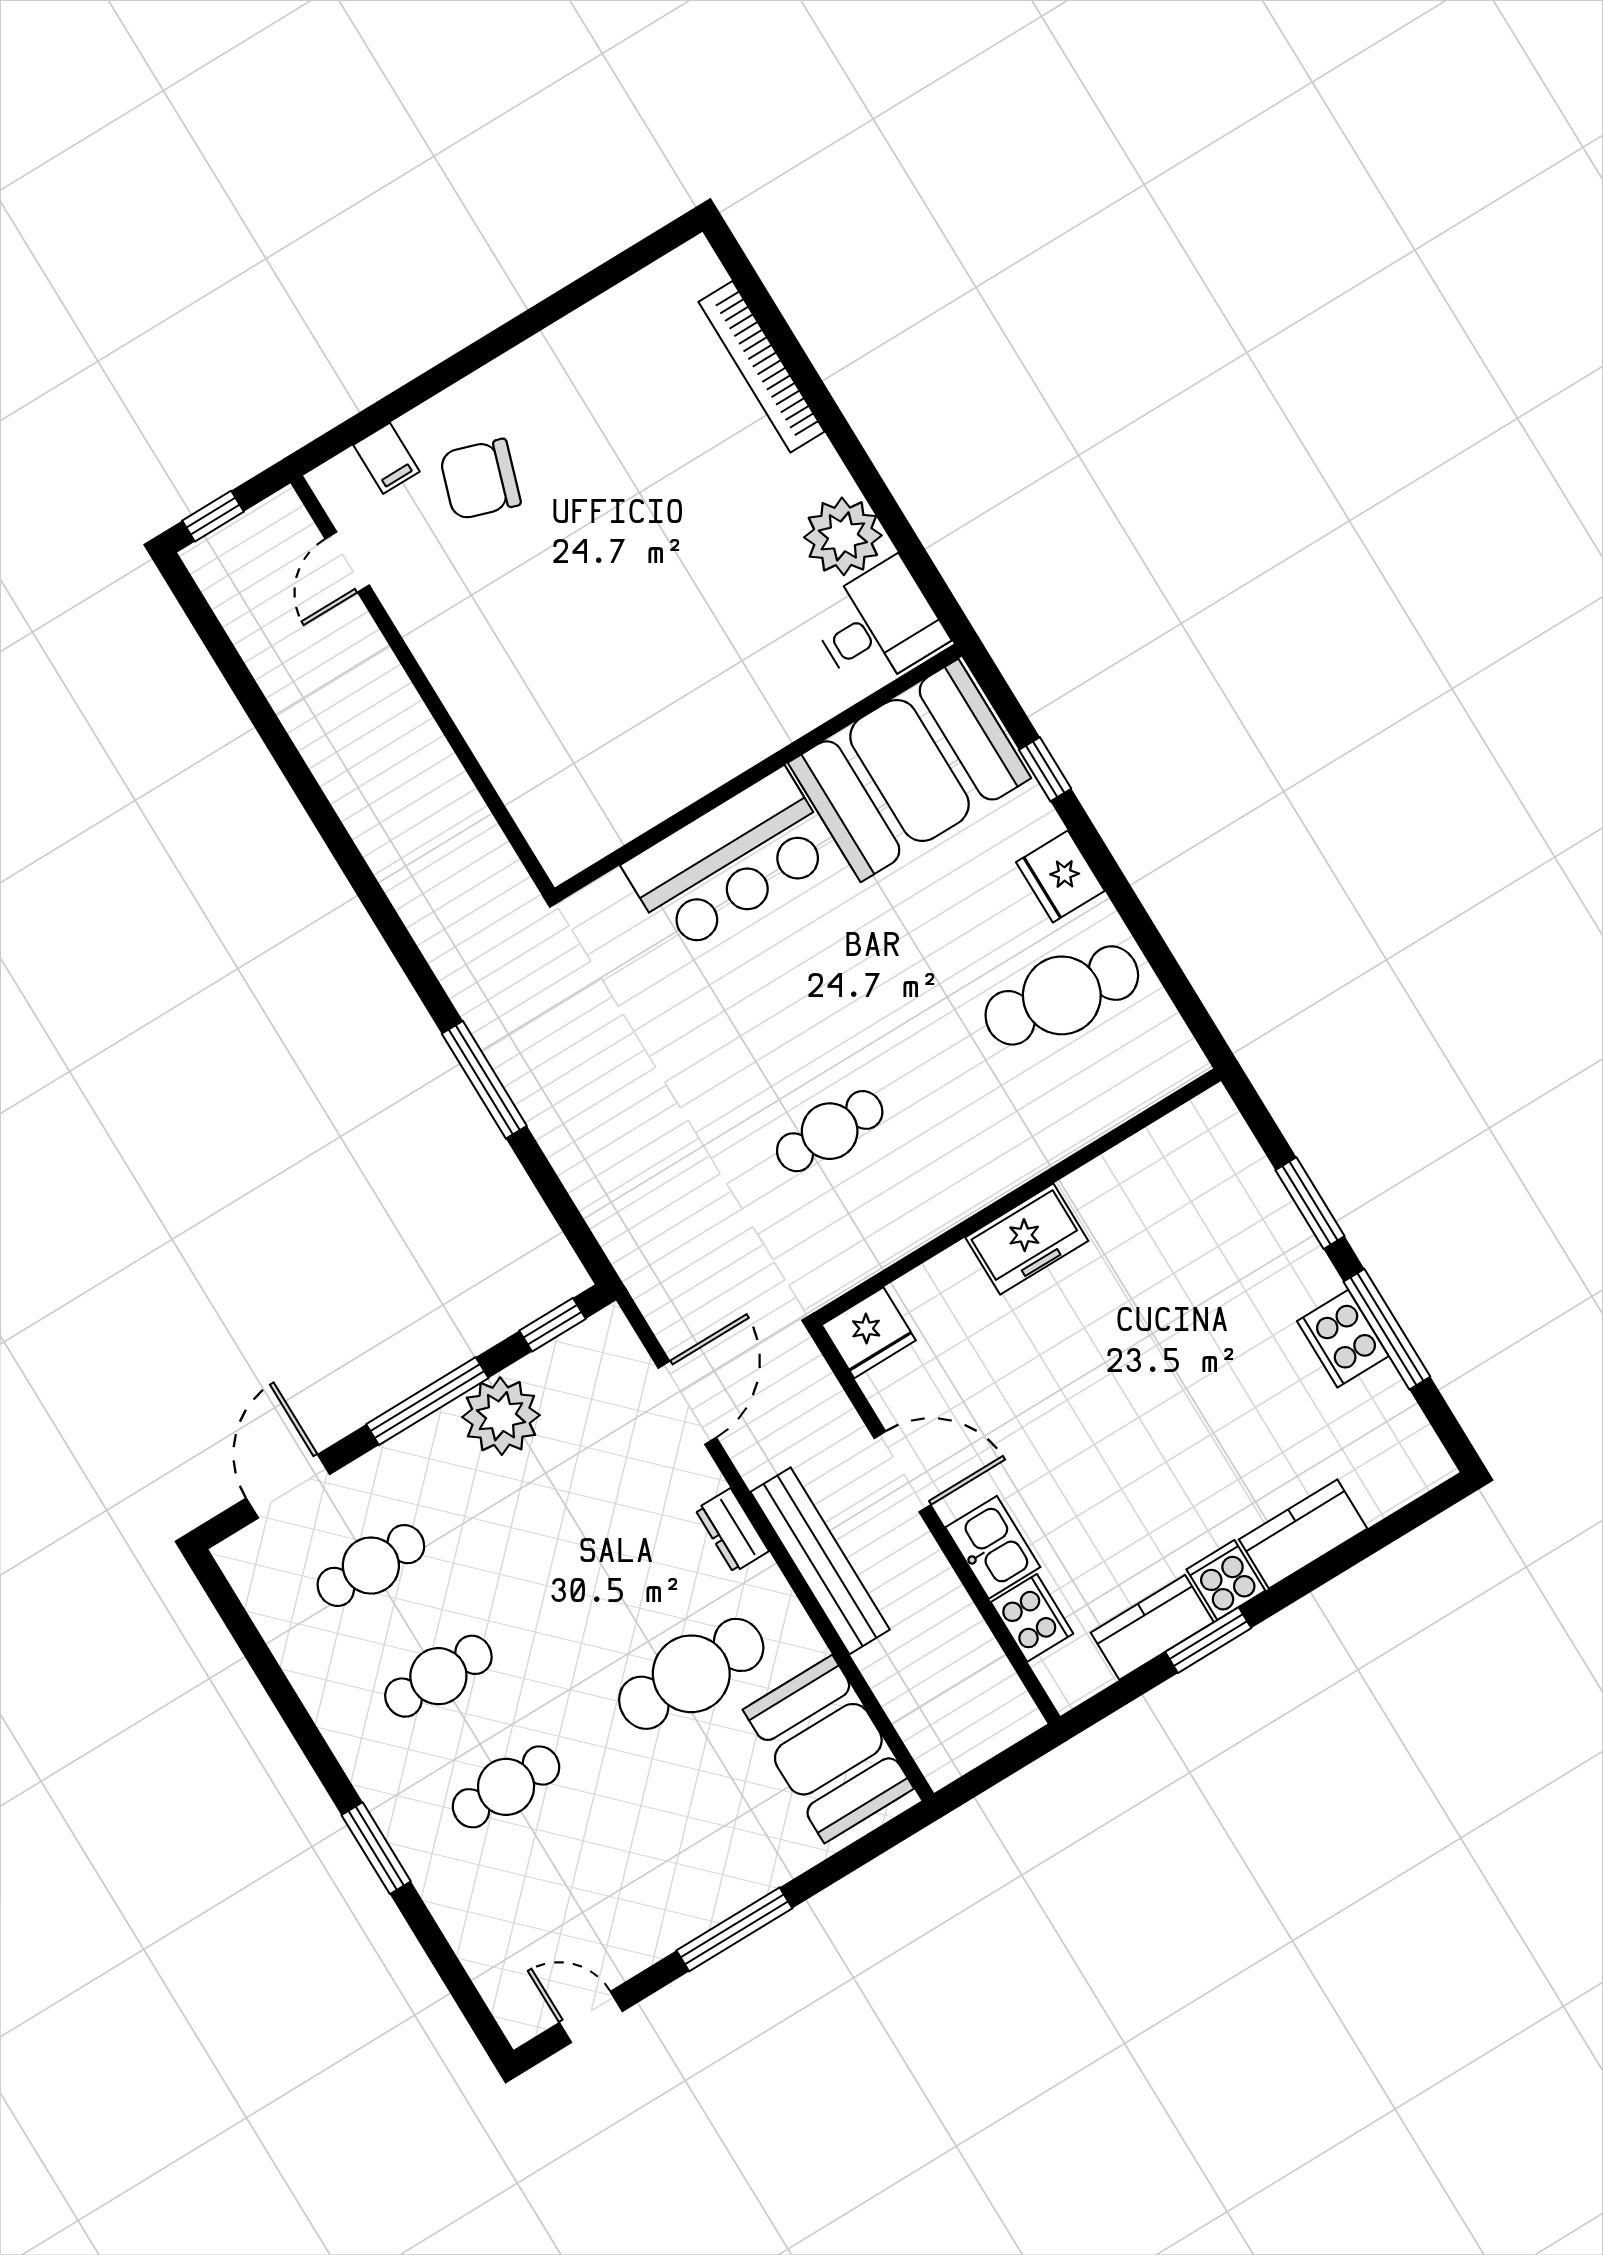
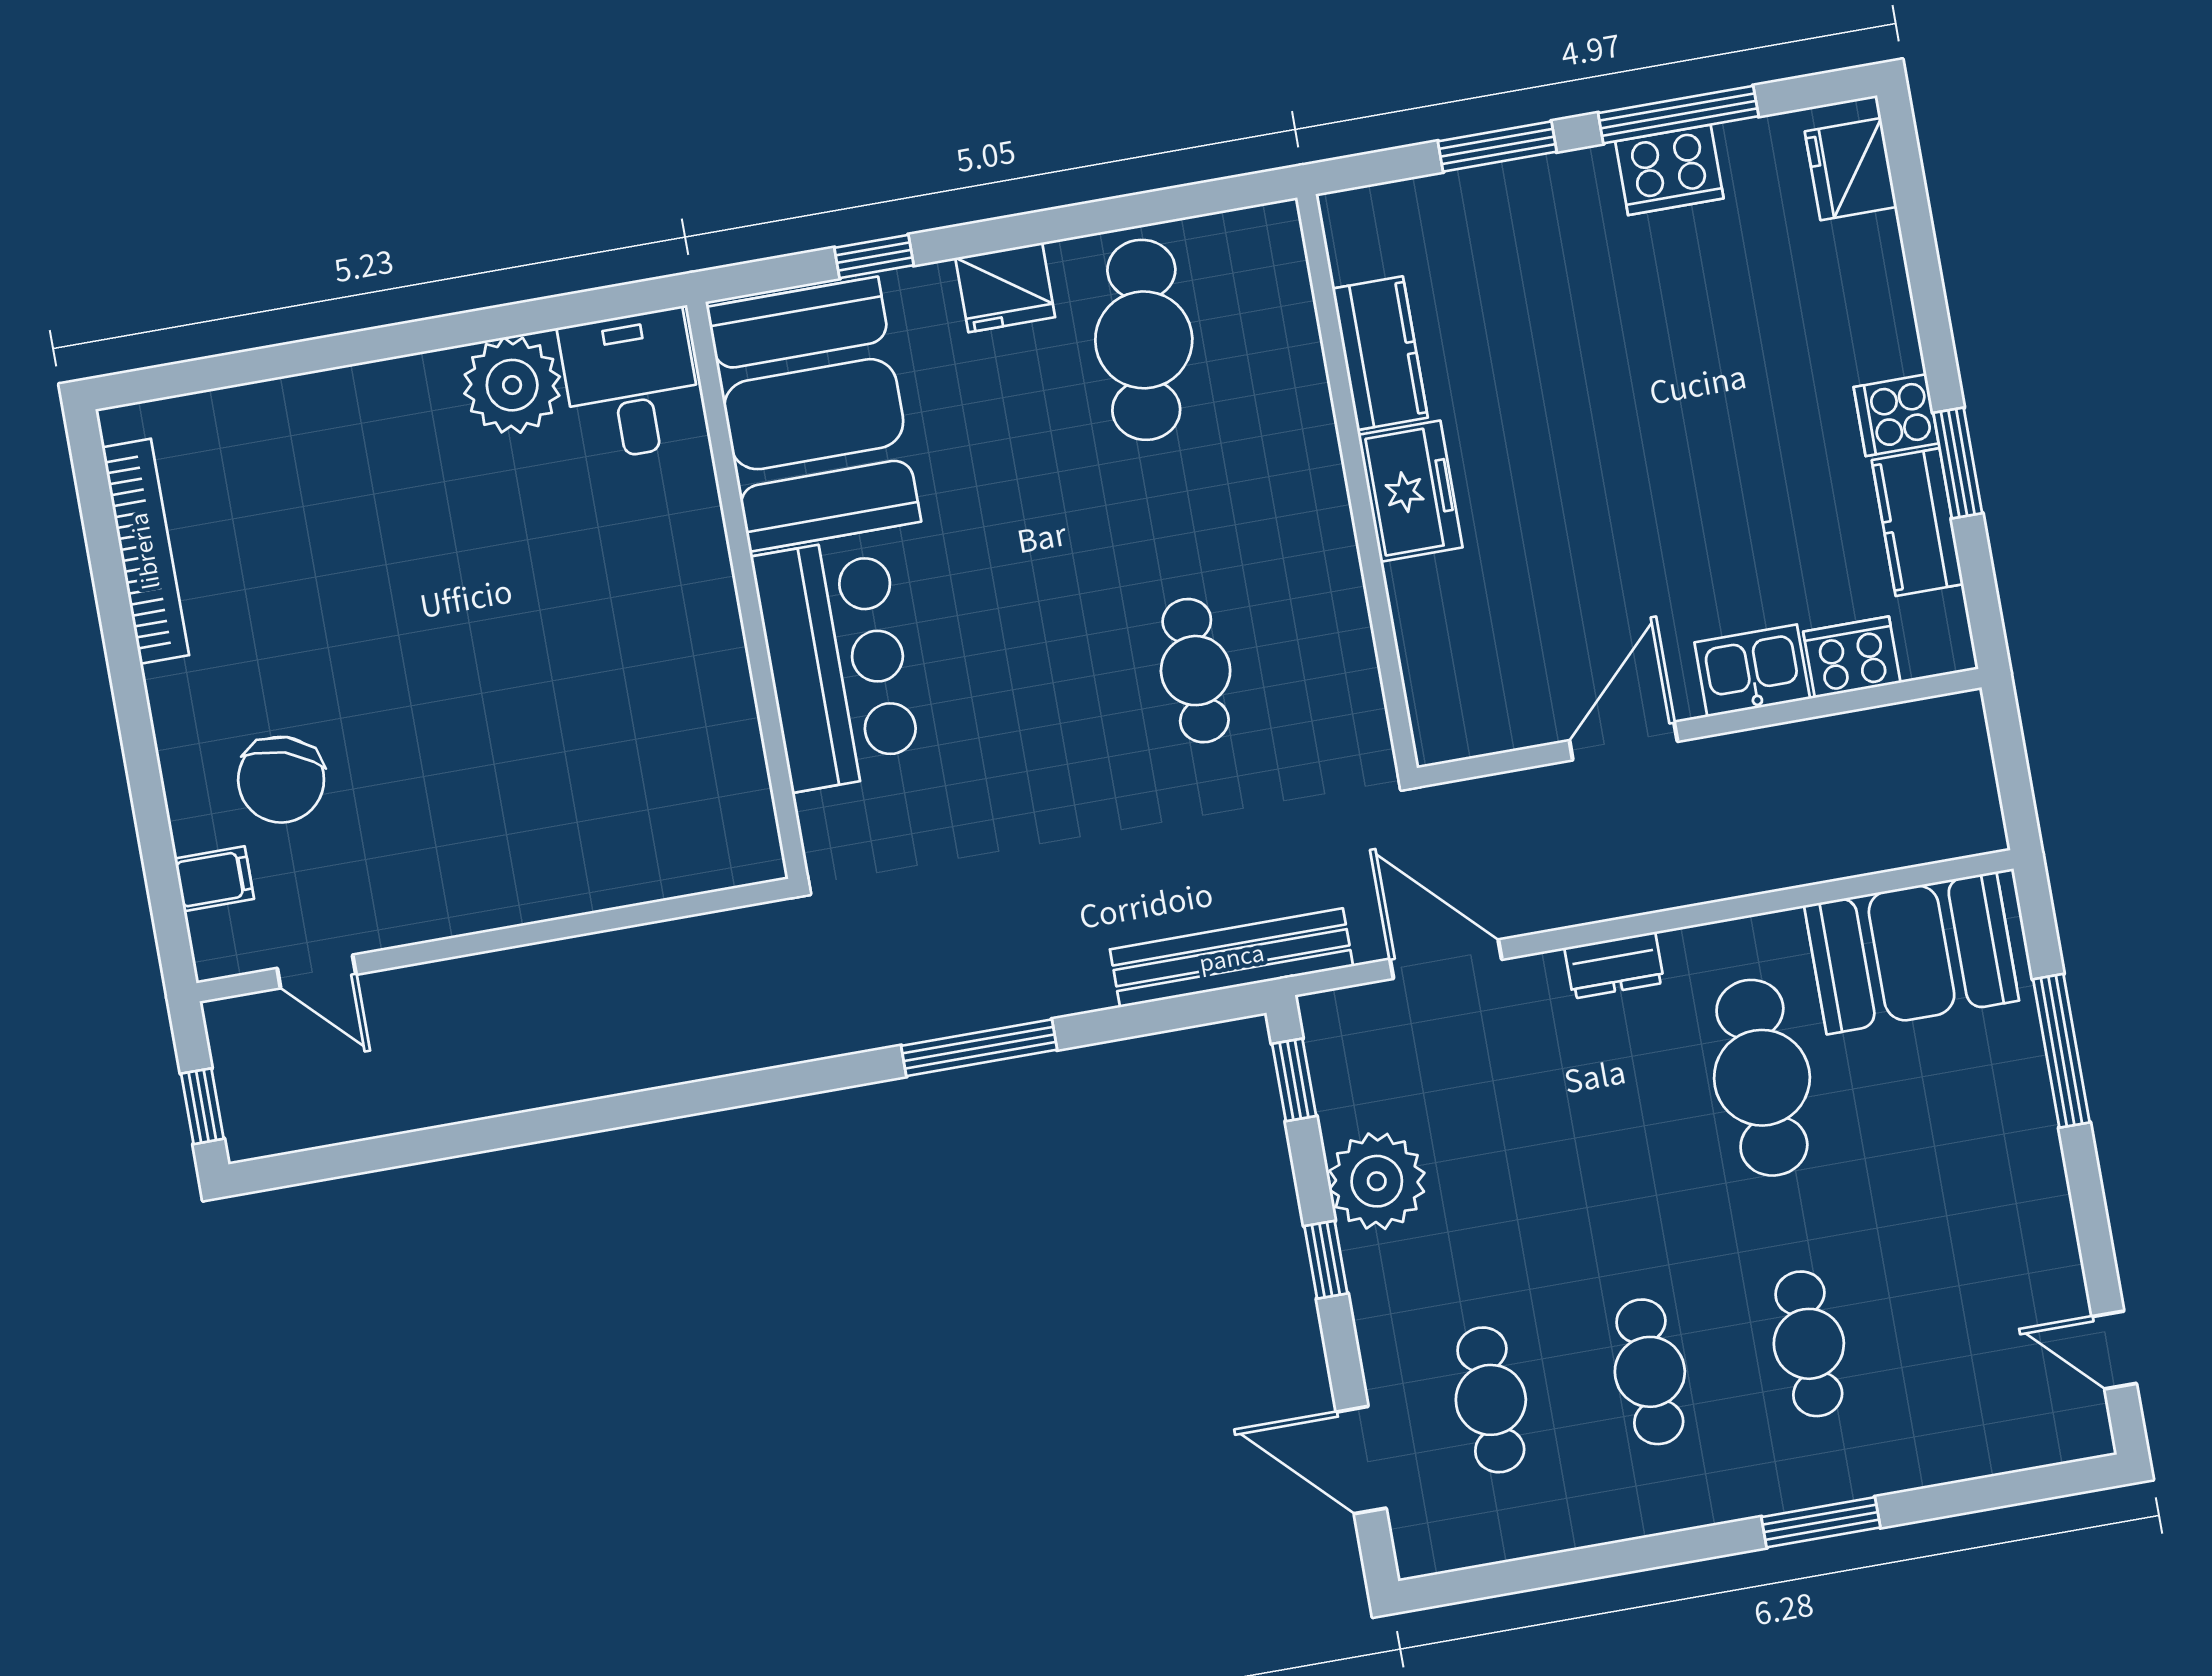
bookcase: (761, 367) -> (145, 551), moved, turned -90
fridge: (869, 1333) -> (1851, 169), moved, turned 180
window: (427, 1401) -> (1326, 1260), width x0.46
kitchen counter: (1303, 1534) -> (1380, 353), moved, turned 180
bench: (820, 1561) -> (1232, 958), moved
window: (734, 1929) -> (2061, 1051), moved
door: (591, 2017) -> (2114, 1350), hinge flipped

